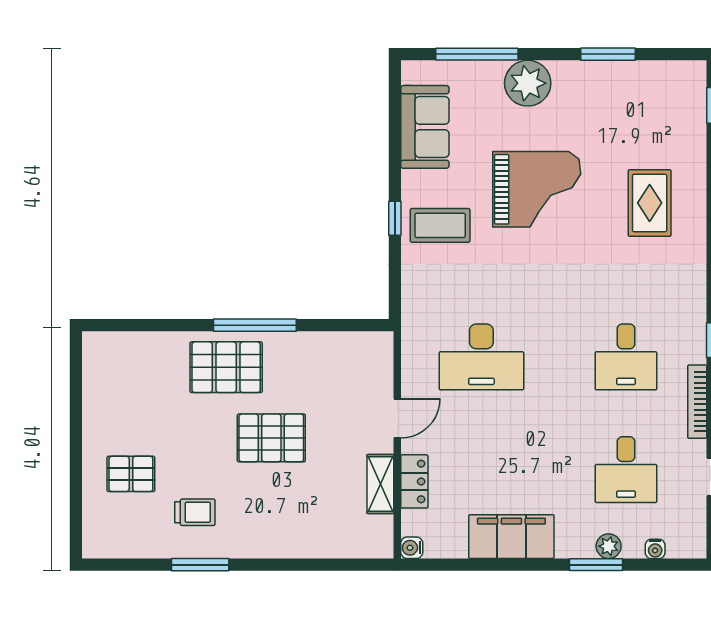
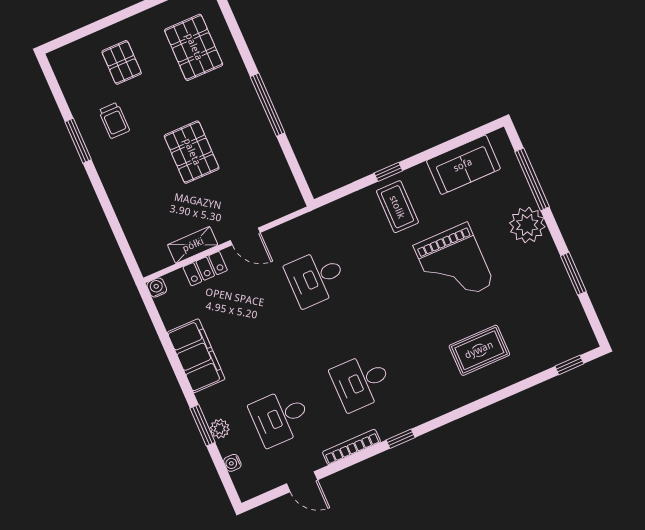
desk: (481, 357) -> (316, 278), width x0.73
pallet: (226, 367) -> (194, 47), moved

